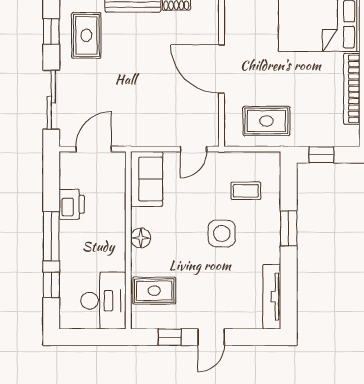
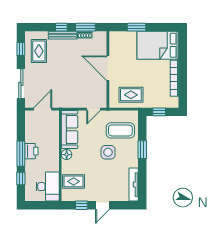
sofa: (147, 179) -> (70, 129), width x1.36
coffee table: (246, 191) -> (120, 130), width x1.86, depth x1.72
printer: (72, 204) -> (31, 151), moved

